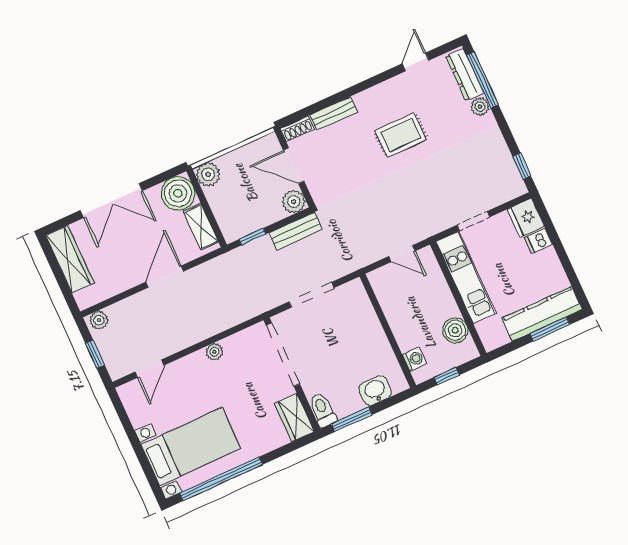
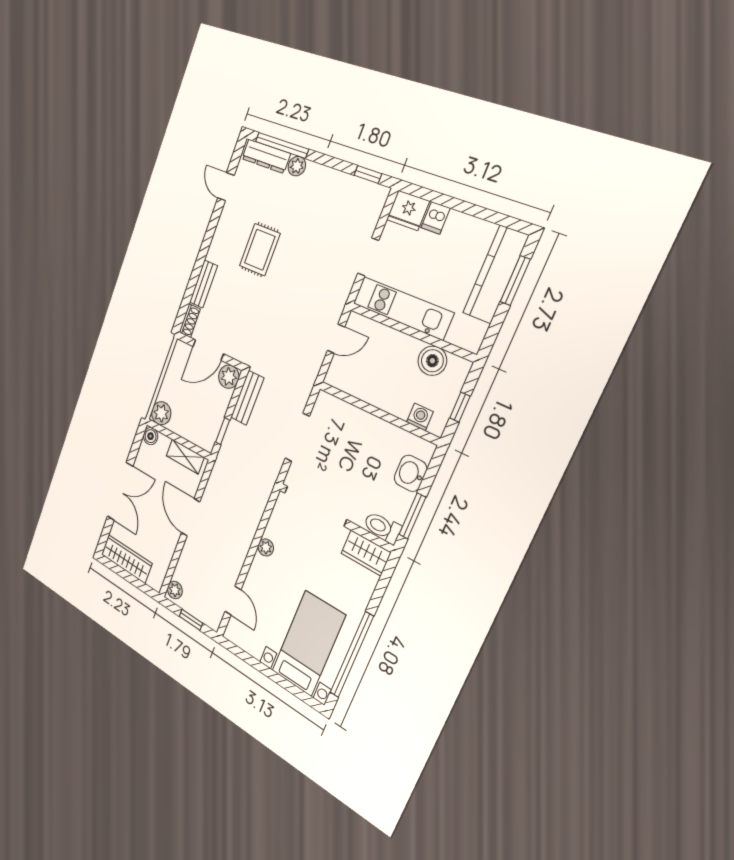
boiler: (178, 193) -> (151, 436), width x0.54, depth x0.54

